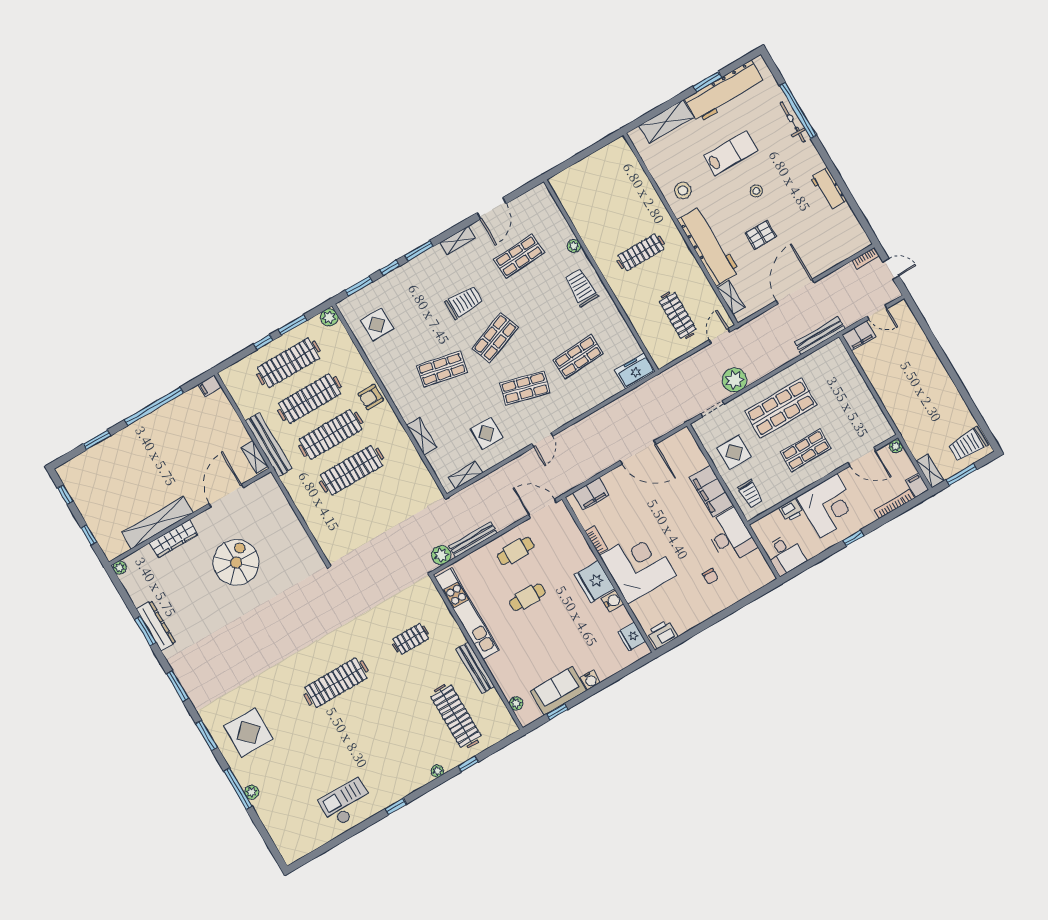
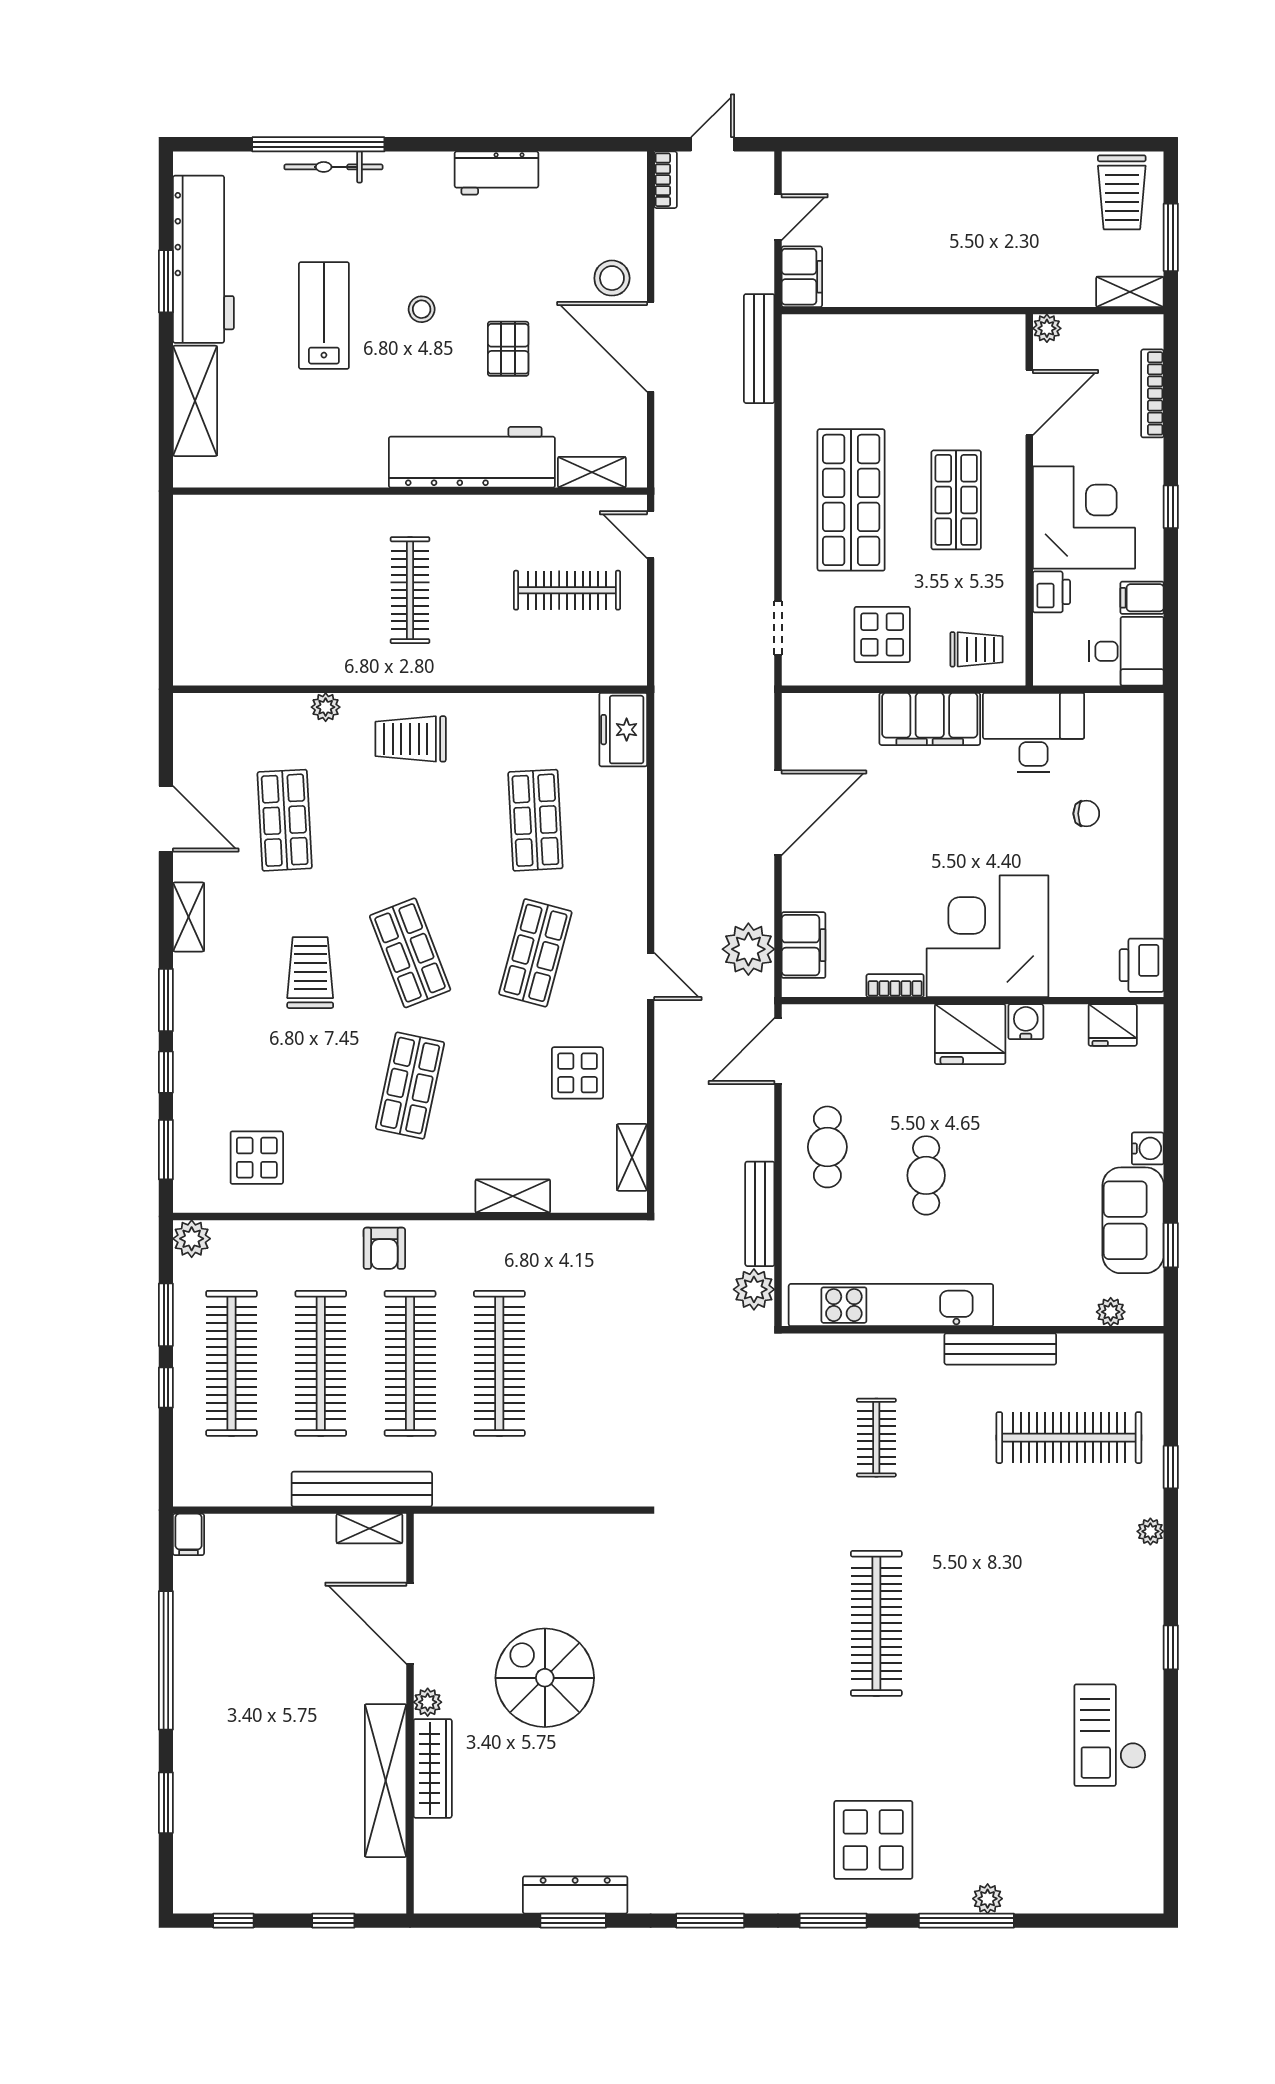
stool: (683, 190) -> (612, 278), moved
plant: (734, 380) -> (748, 949), moved
filing cabinet: (917, 485) -> (1142, 598), moved
plant: (120, 568) -> (428, 1702), moved

